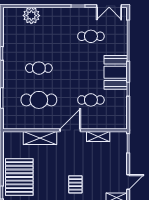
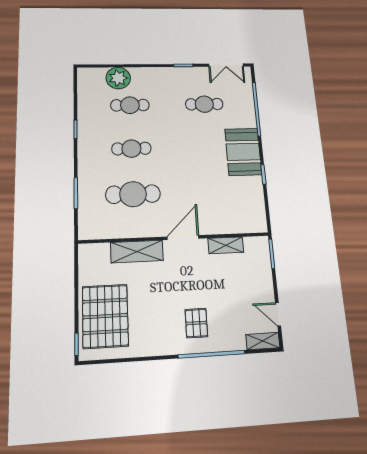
cafe table: (91, 100) -> (130, 105), moved
door: (128, 182) -> (278, 314), swing flipped

